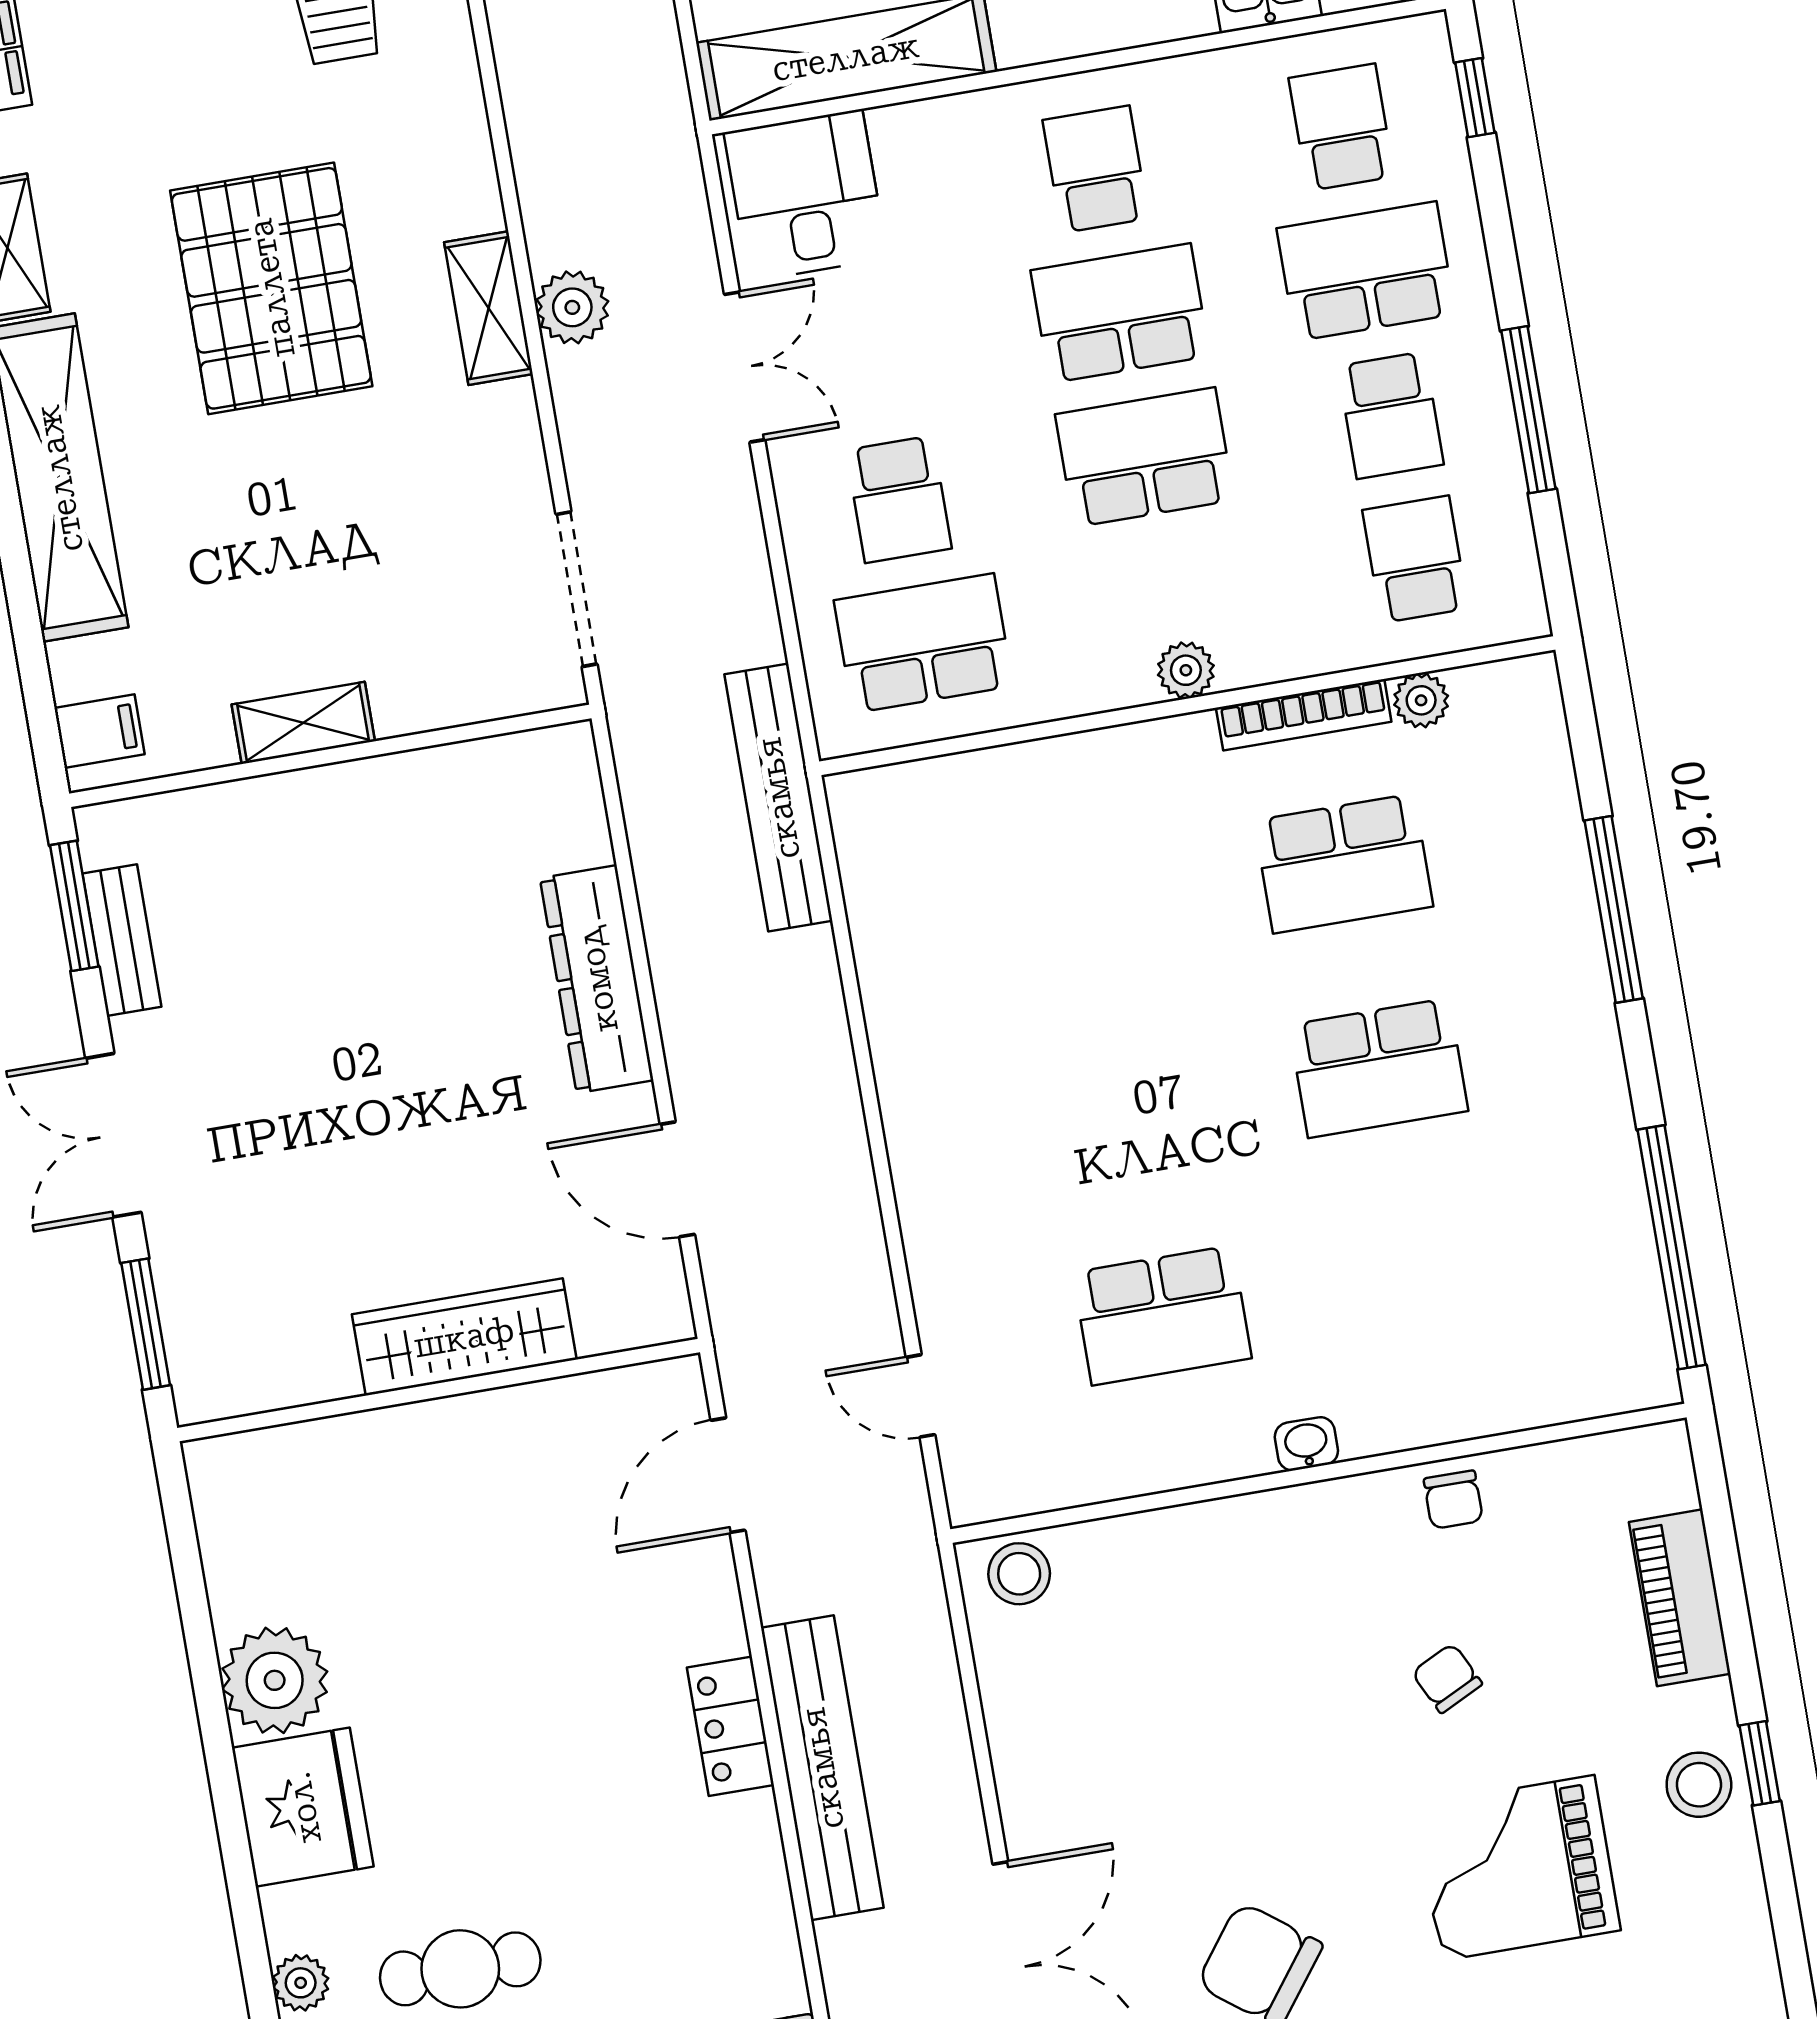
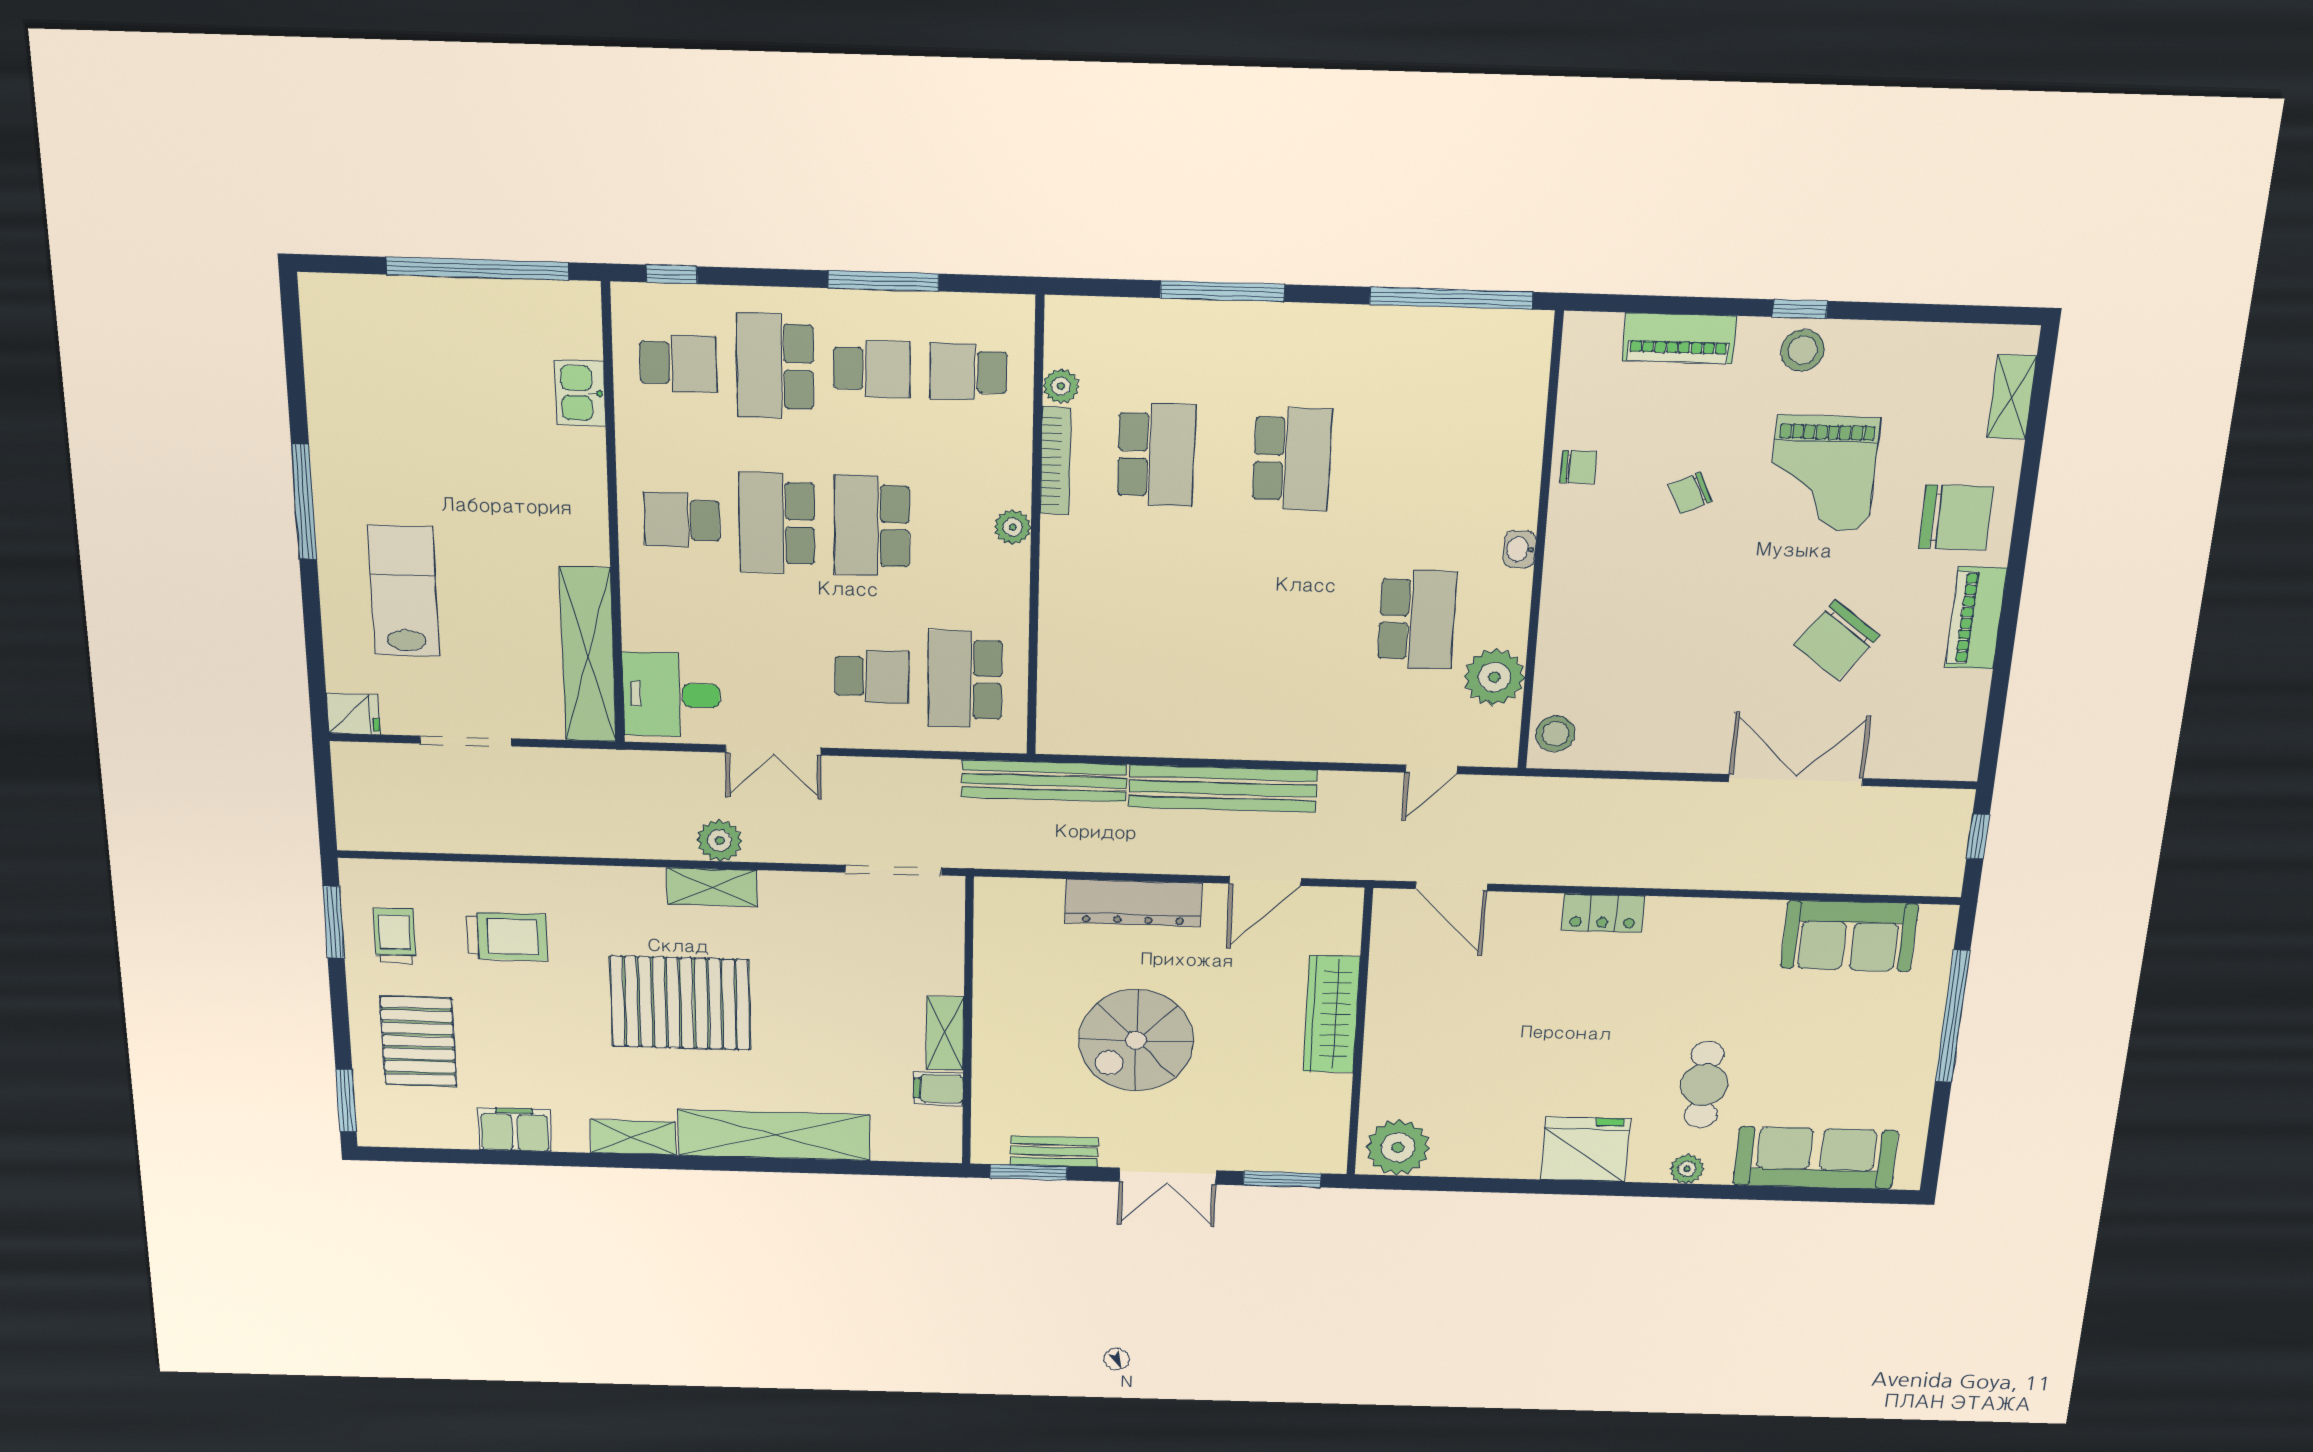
school desk: (1341, 127) -> (678, 363), turned 180
double door: (745, 367) -> (773, 750), swing flipped
filing cabinet: (99, 731) -> (938, 1089), moved, turned -90
spiral stairs: (353, 1033) -> (1136, 1040), added
plant: (1093, 1456) -> (1494, 677), added
plant: (275, 1680) -> (1398, 1147), moved
bench: (822, 1768) -> (1223, 789), moved

